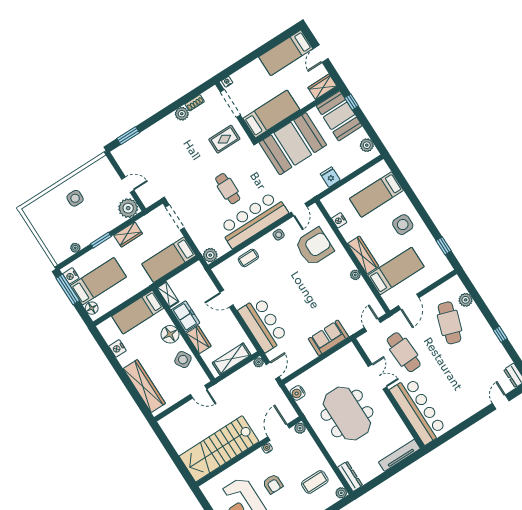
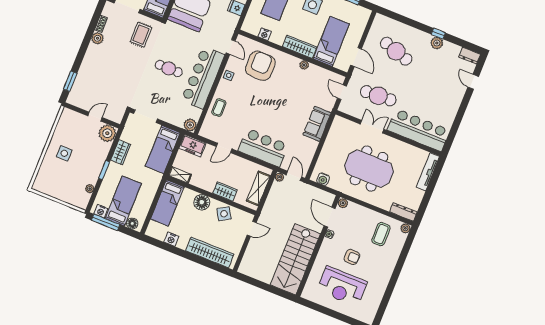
plant: (466, 300) -> (437, 43), moved
freezer: (186, 316) -> (193, 146), moved, turned 180

